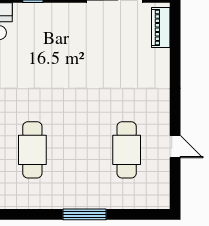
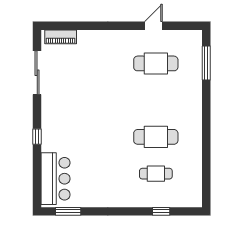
window: (84, 214) -> (206, 63), moved

